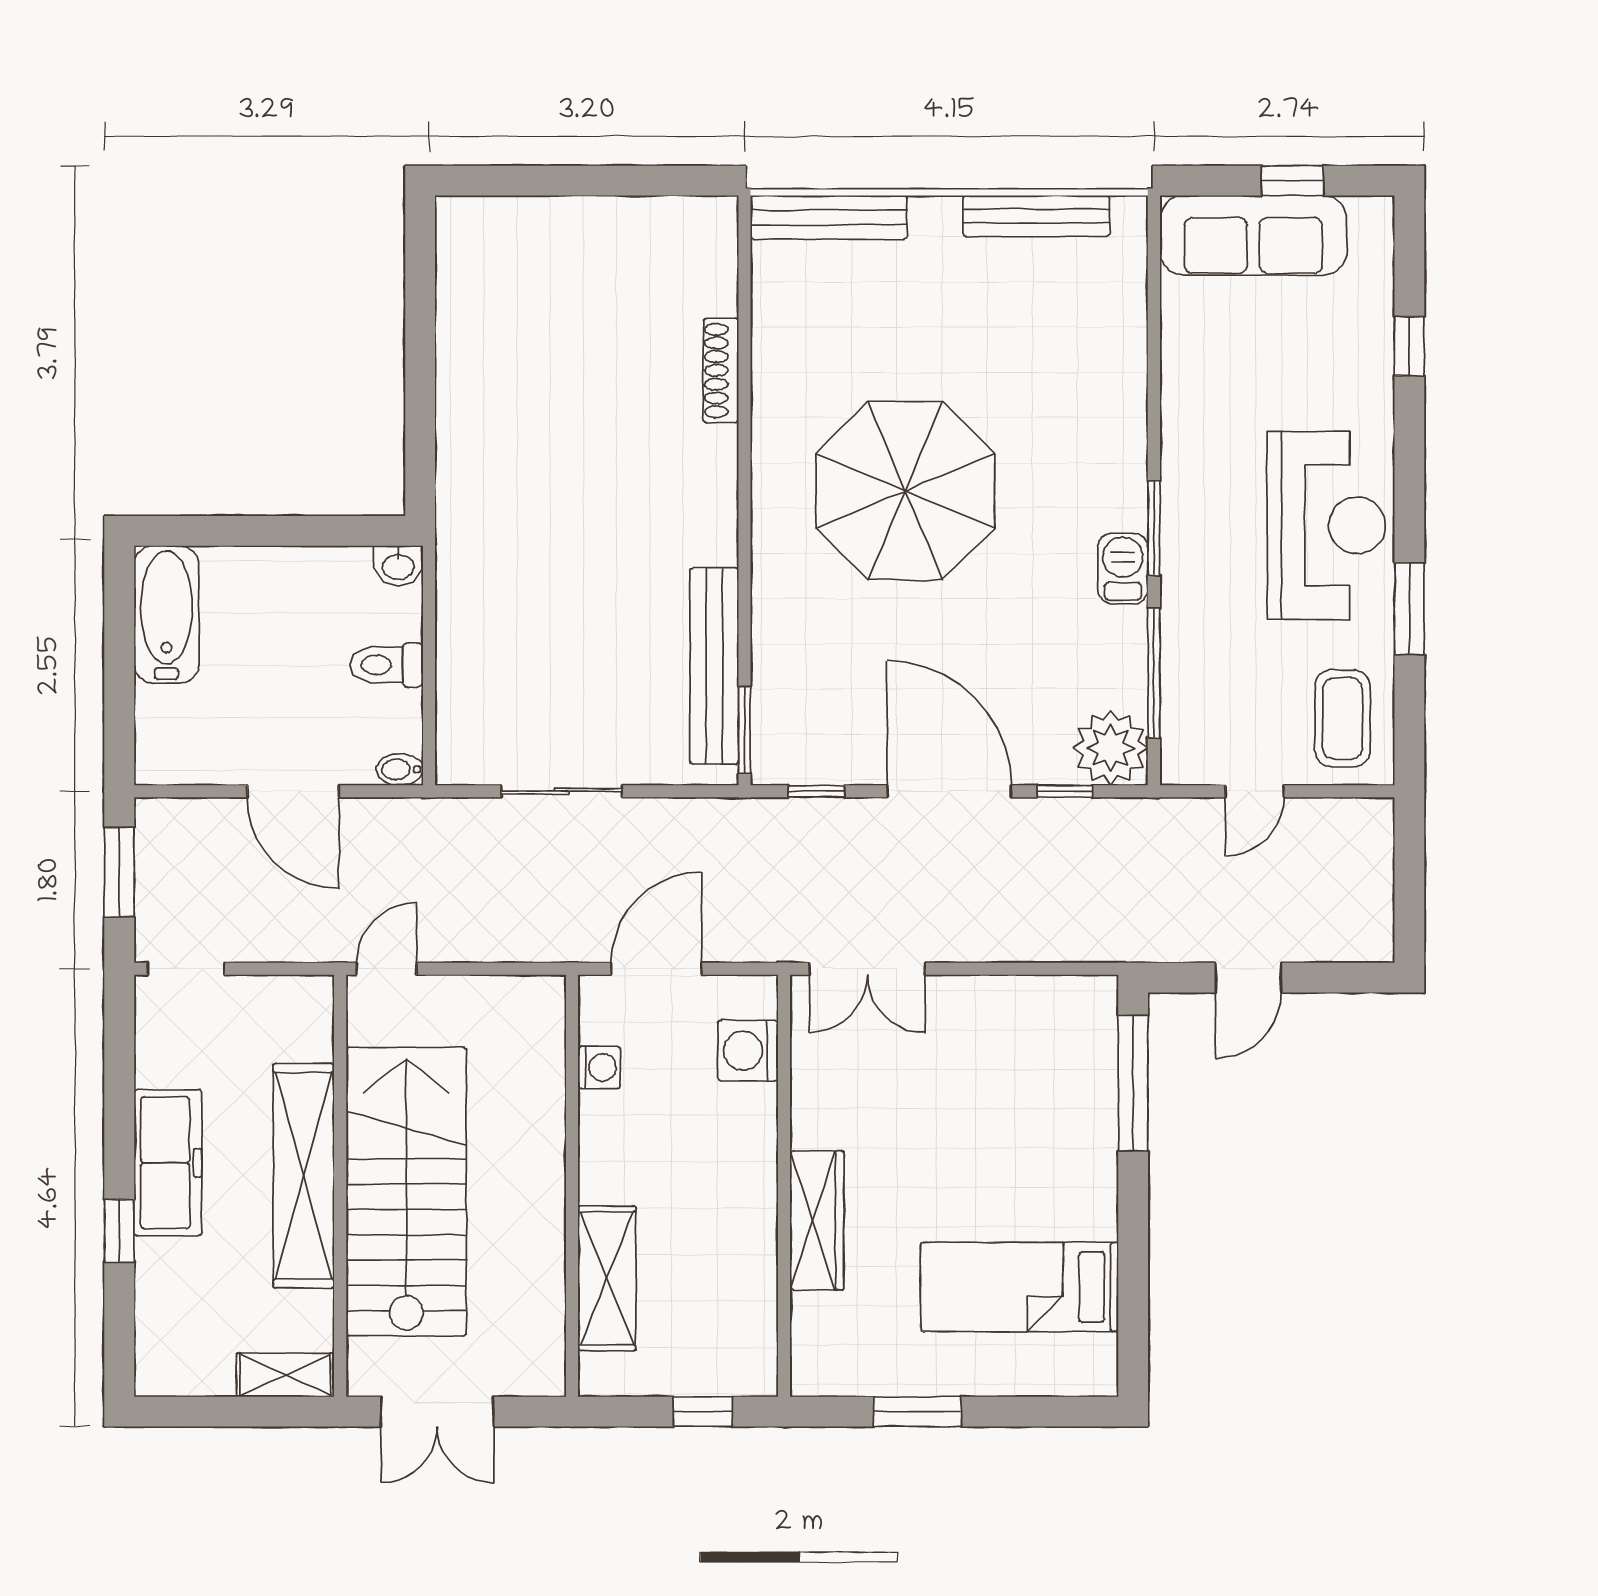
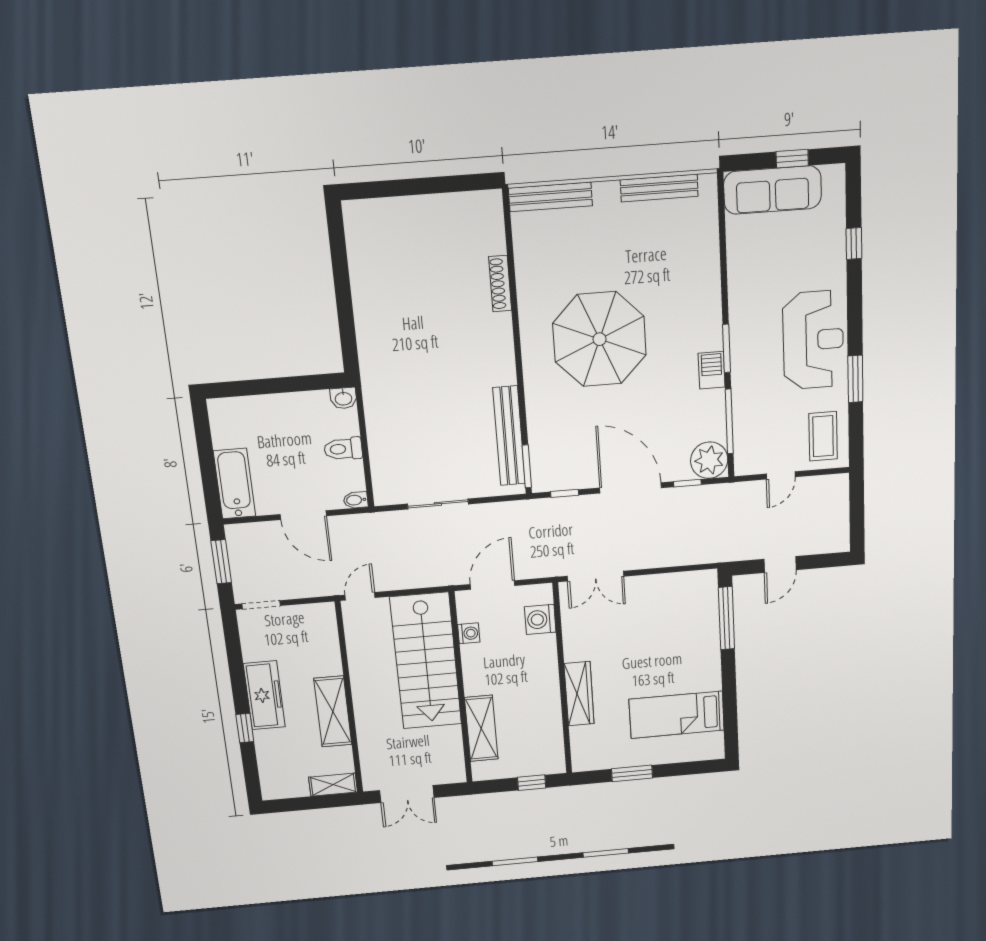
bathtub: (166, 614) -> (234, 484), moved
shelving: (304, 1176) -> (333, 711), width x0.68
stairs: (406, 1191) -> (426, 661), moved, turned 180

